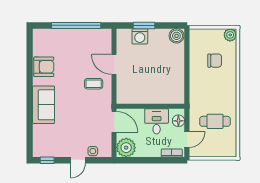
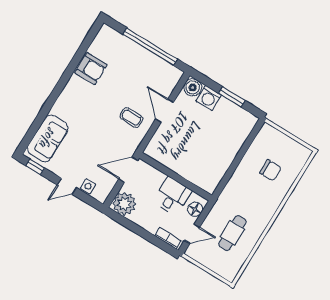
window: (144, 25) -> (232, 97), moved
plant: (230, 35) -> (303, 154), removed
boiler: (176, 36) -> (193, 87), moved
sofa: (44, 105) -> (48, 138), moved
cafe table: (215, 121) -> (232, 233), turned 90
door: (114, 122) -> (128, 170), swing flipped

